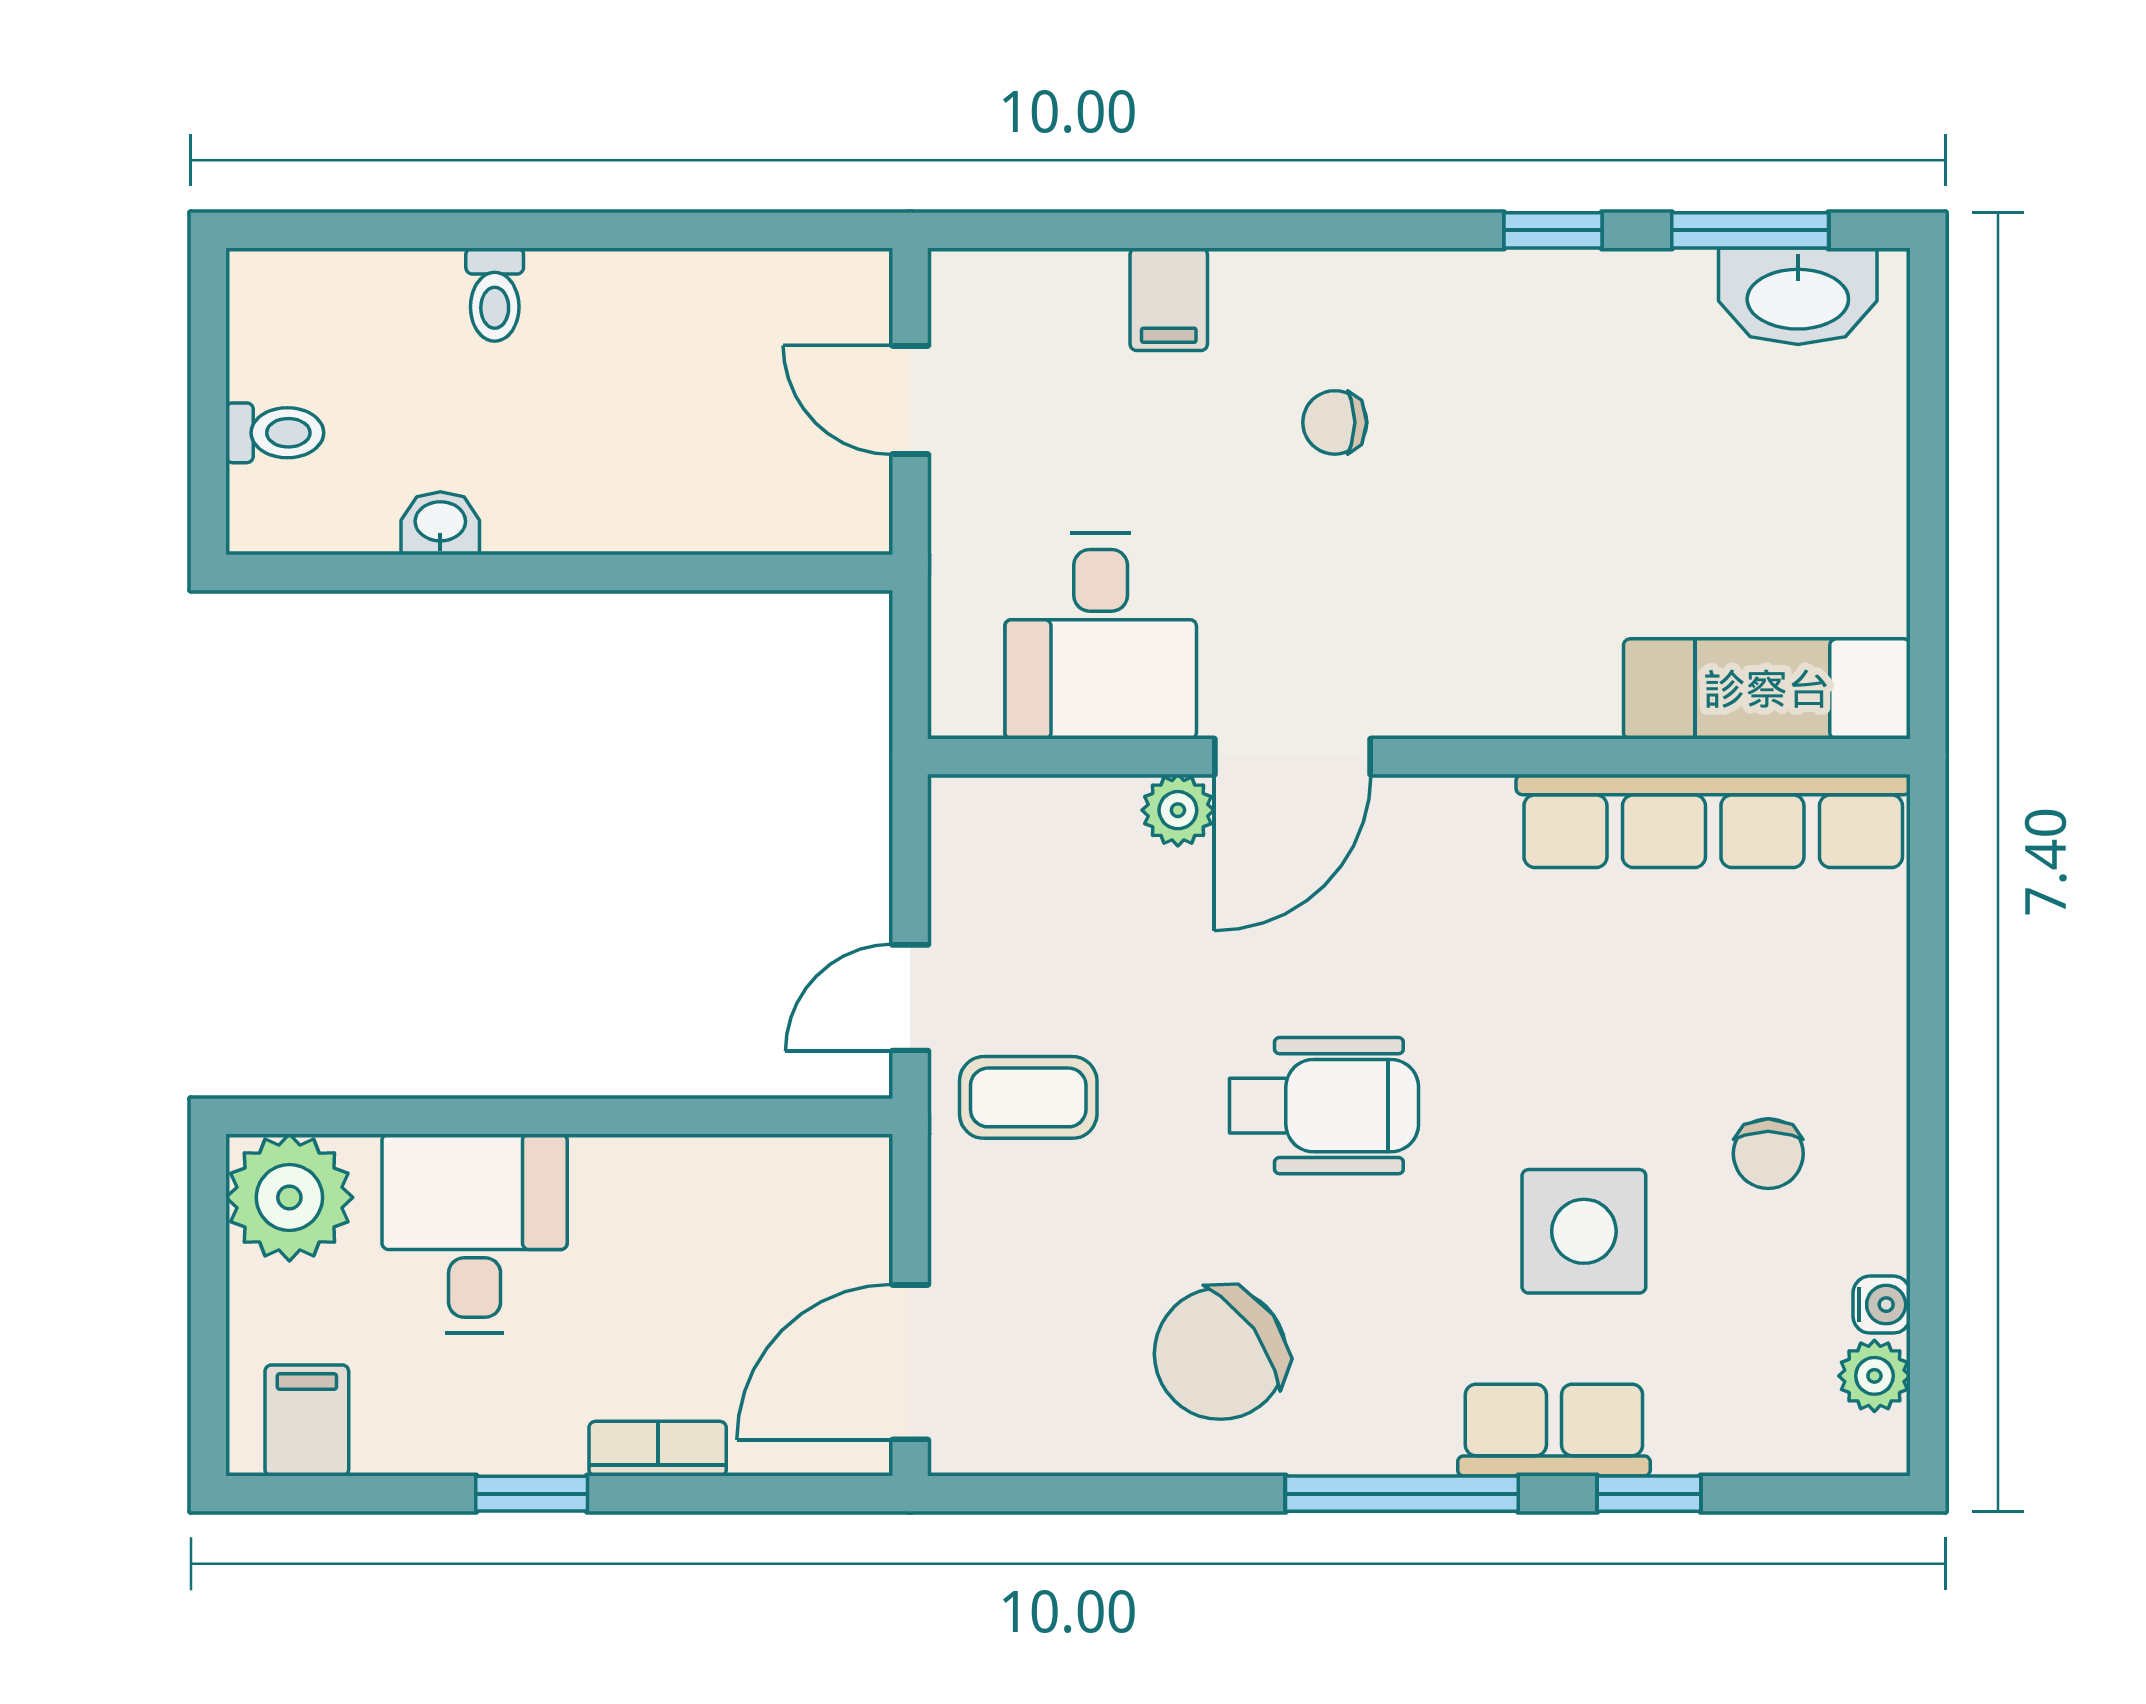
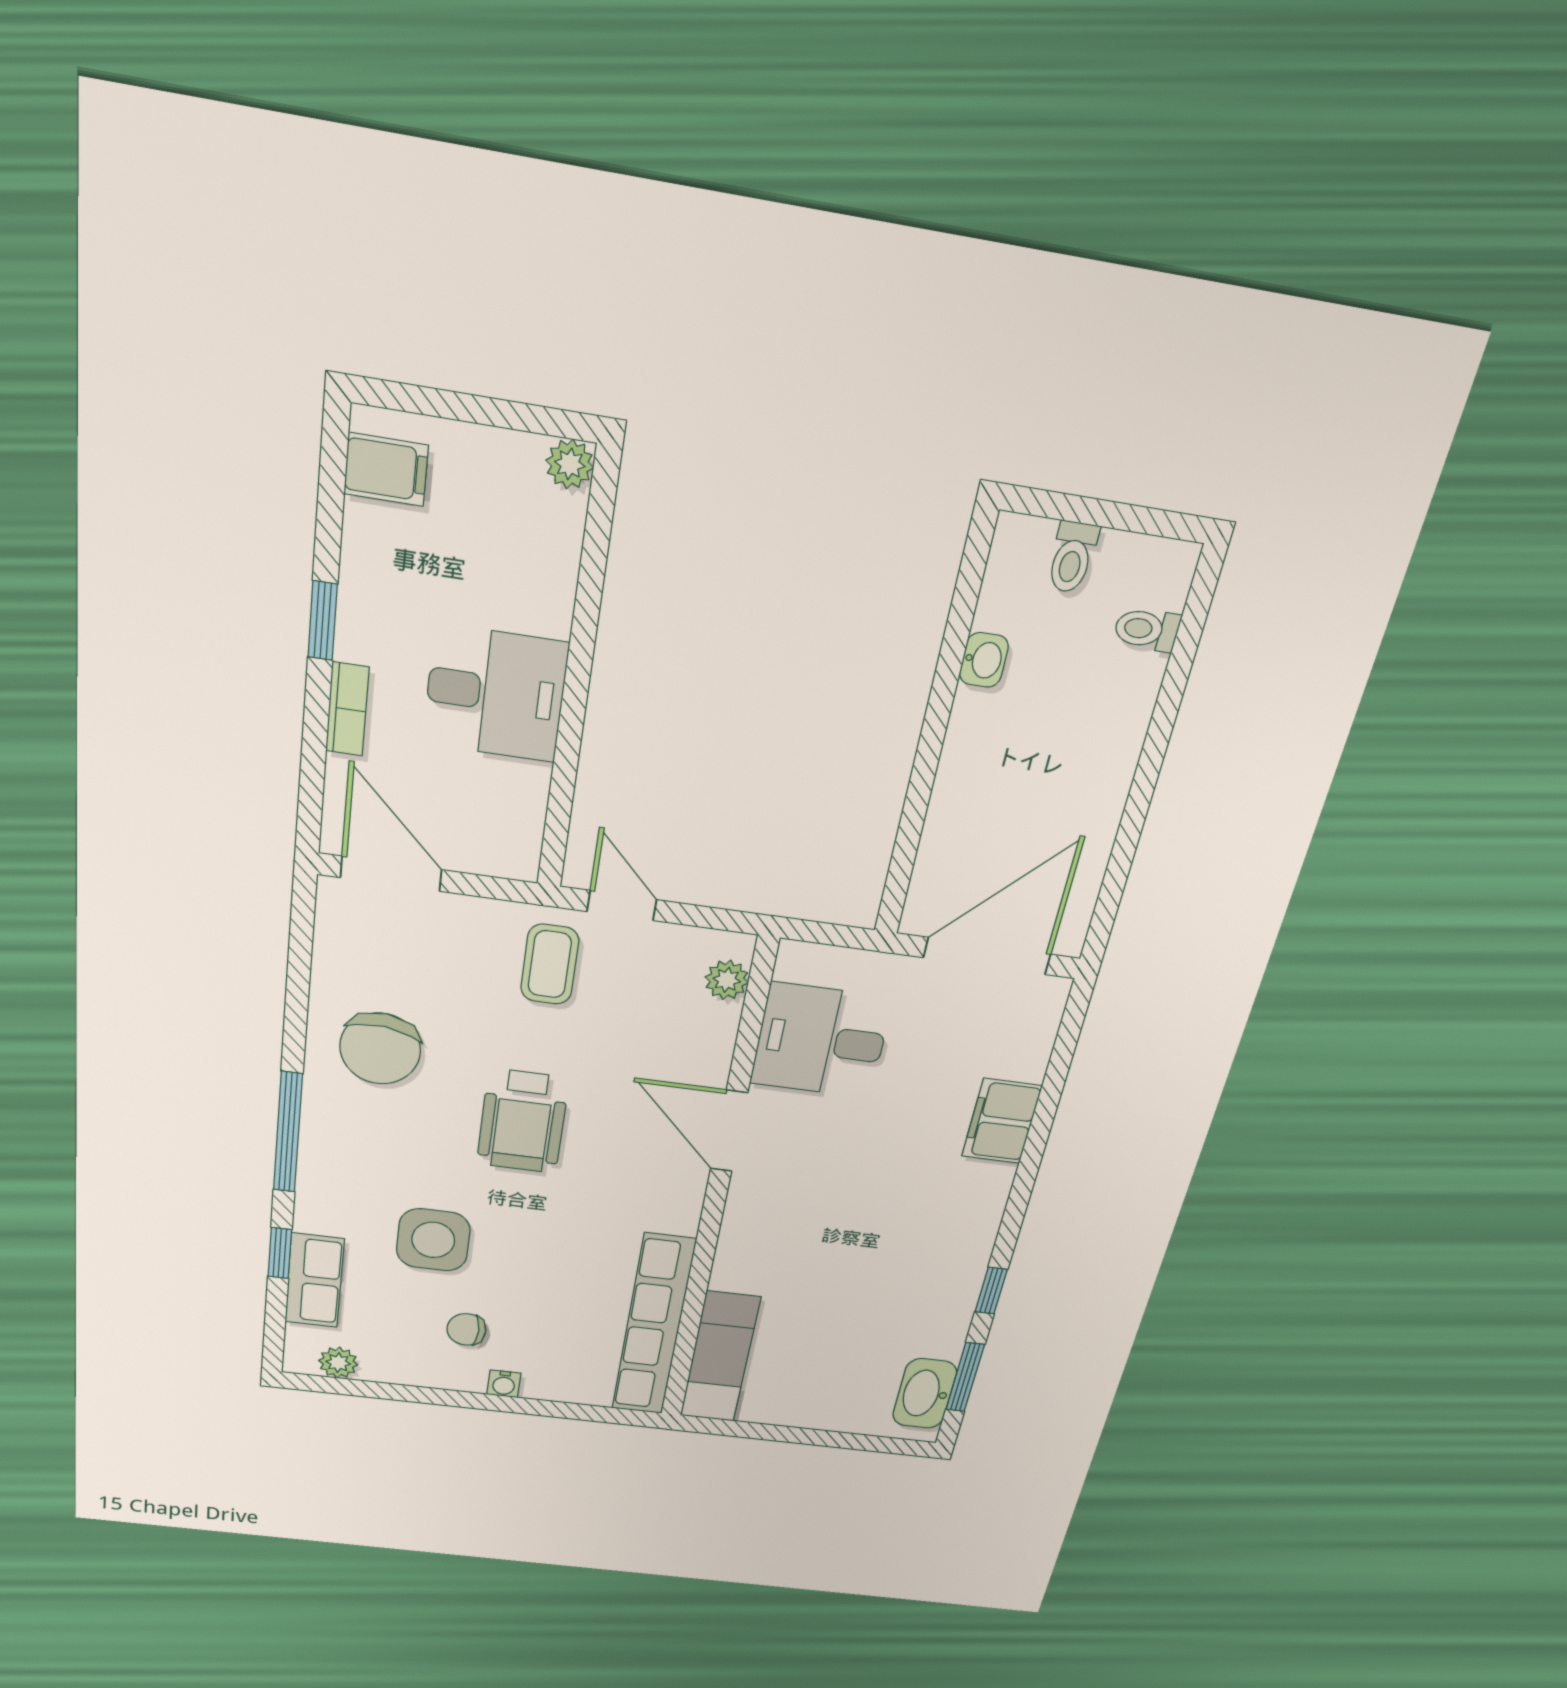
toilet: (495, 295) -> (1147, 629), moved
filing cabinet: (1169, 299) -> (1002, 1121), width x2.00
door: (910, 400) -> (987, 956), width x1.87
chair: (1335, 422) -> (915, 1176), removed
plant: (1178, 810) -> (727, 980), moved
plant: (289, 1197) -> (570, 464), width x0.53, depth x0.53
desk: (475, 1234) -> (495, 693), moved
water cooler: (1882, 1305) -> (504, 1384), moved
chair: (1220, 1354) -> (380, 1049), turned -138
row of seats: (1554, 1430) -> (314, 1281), moved

